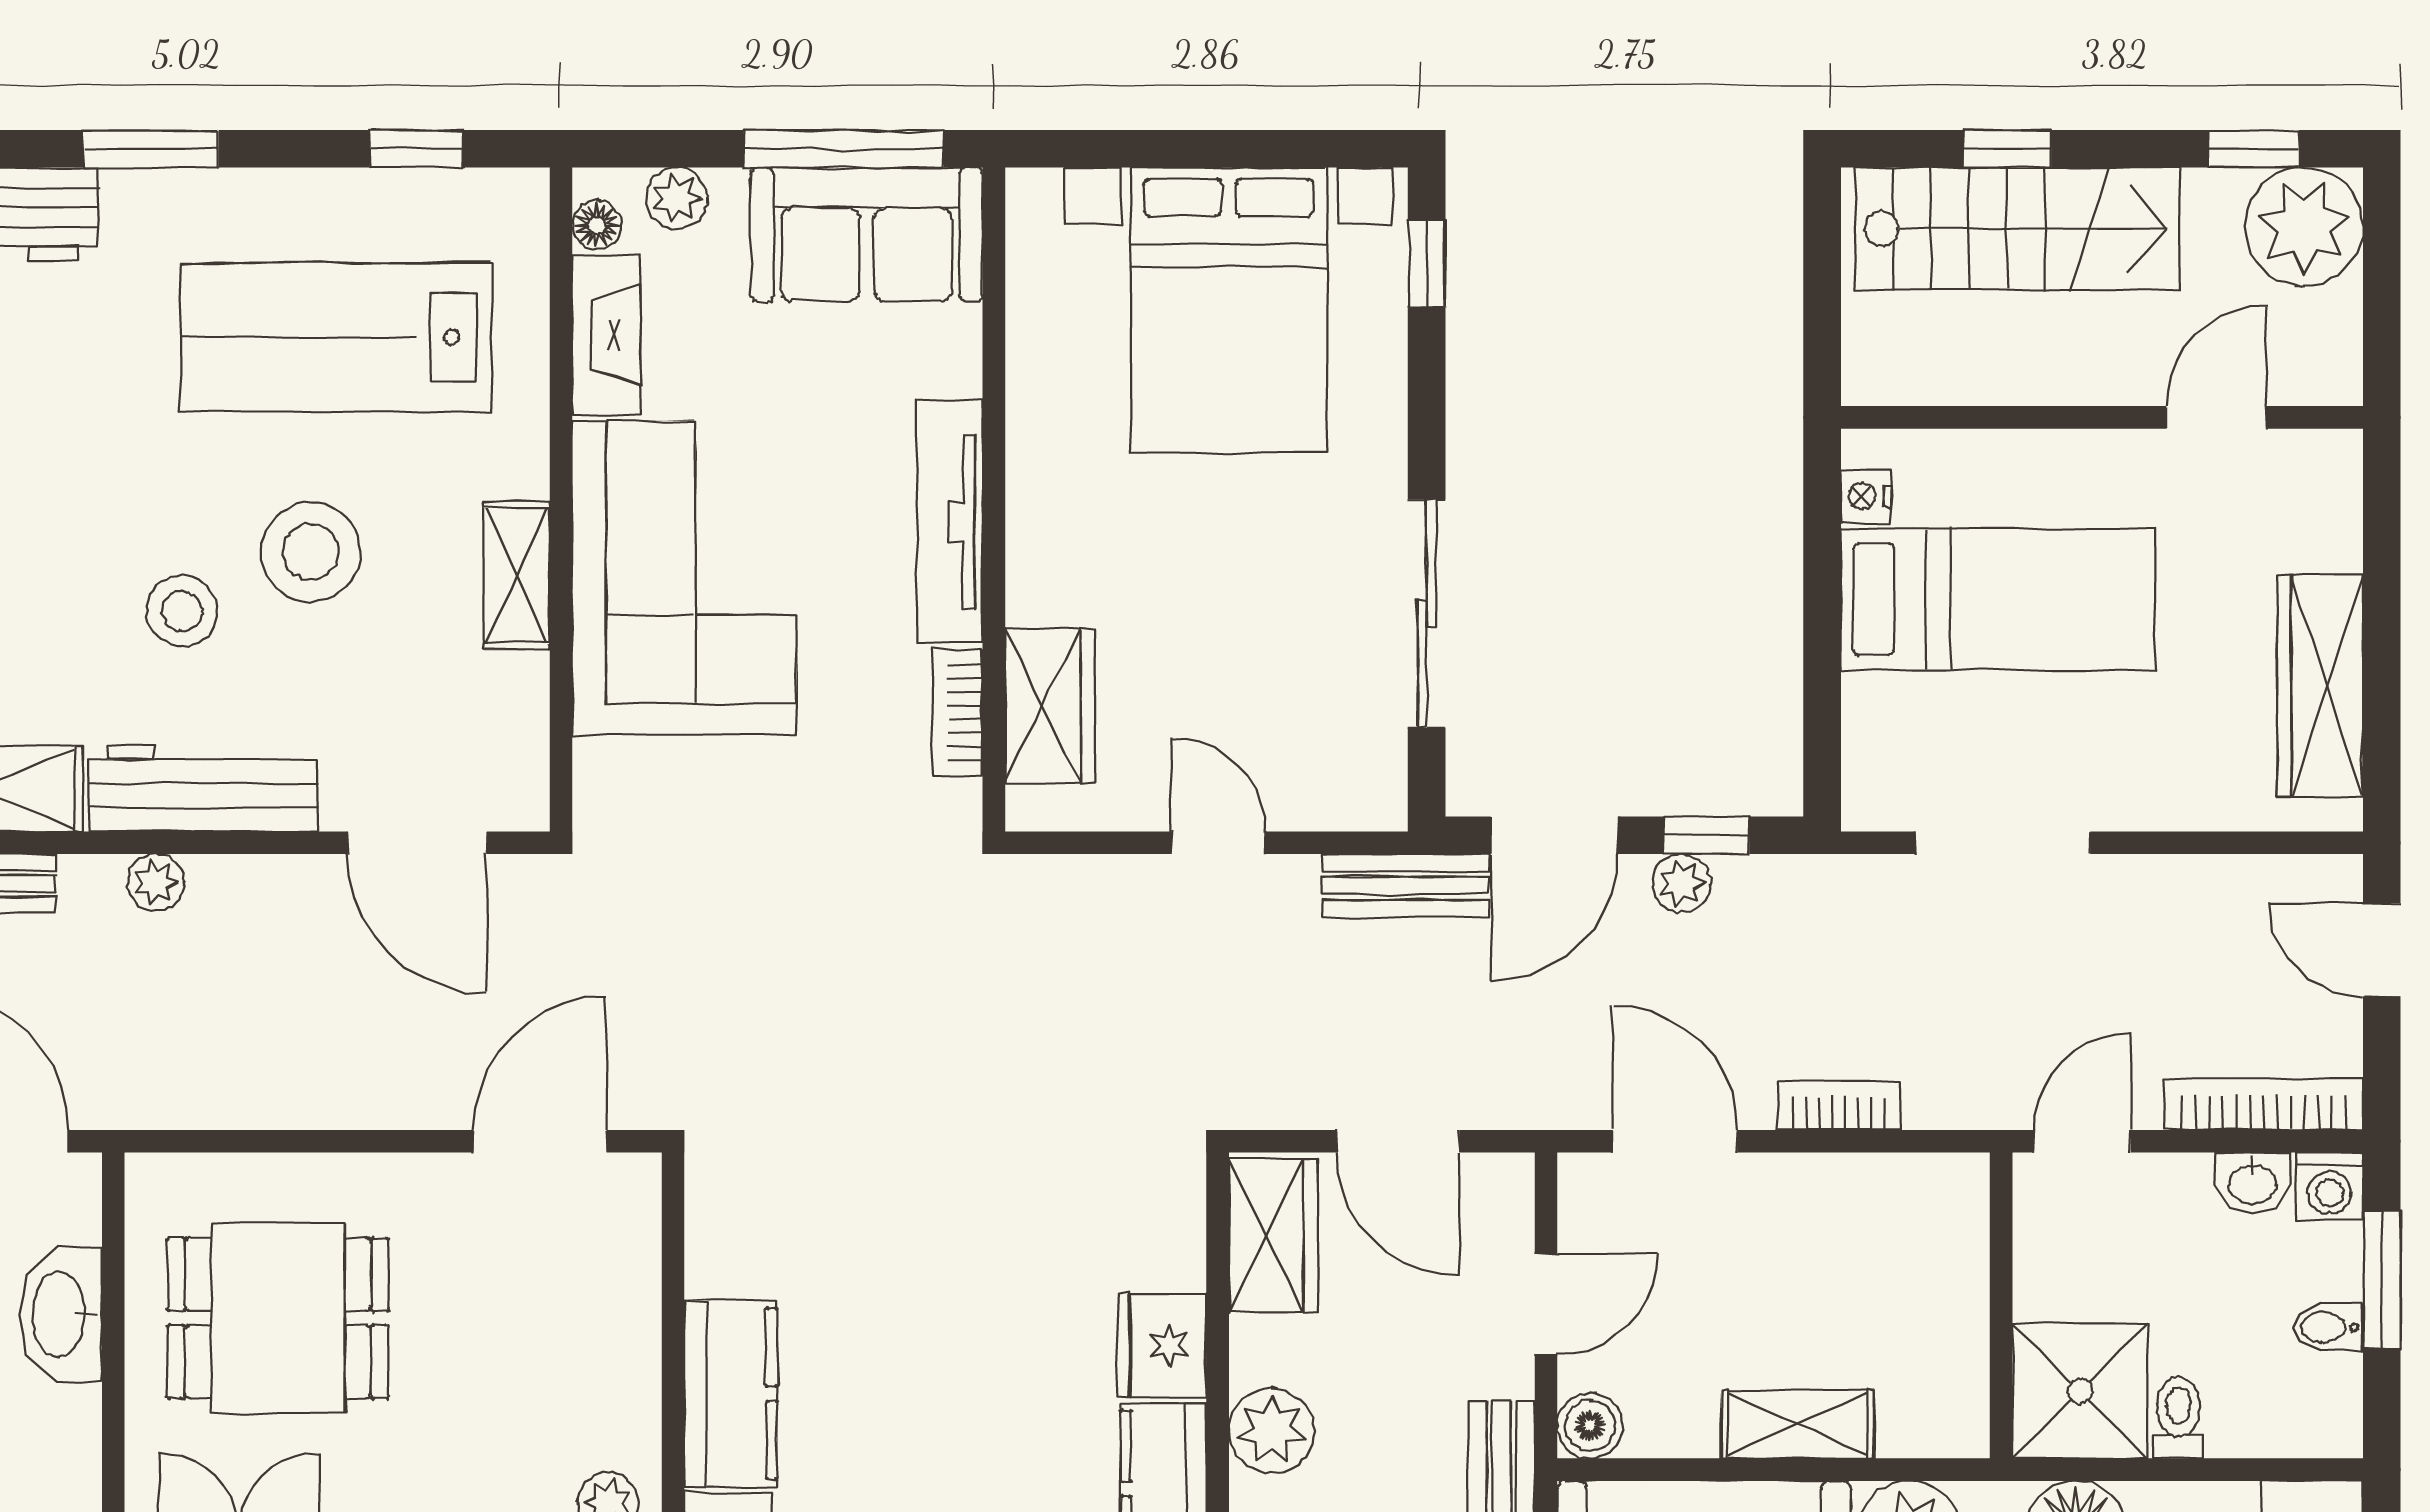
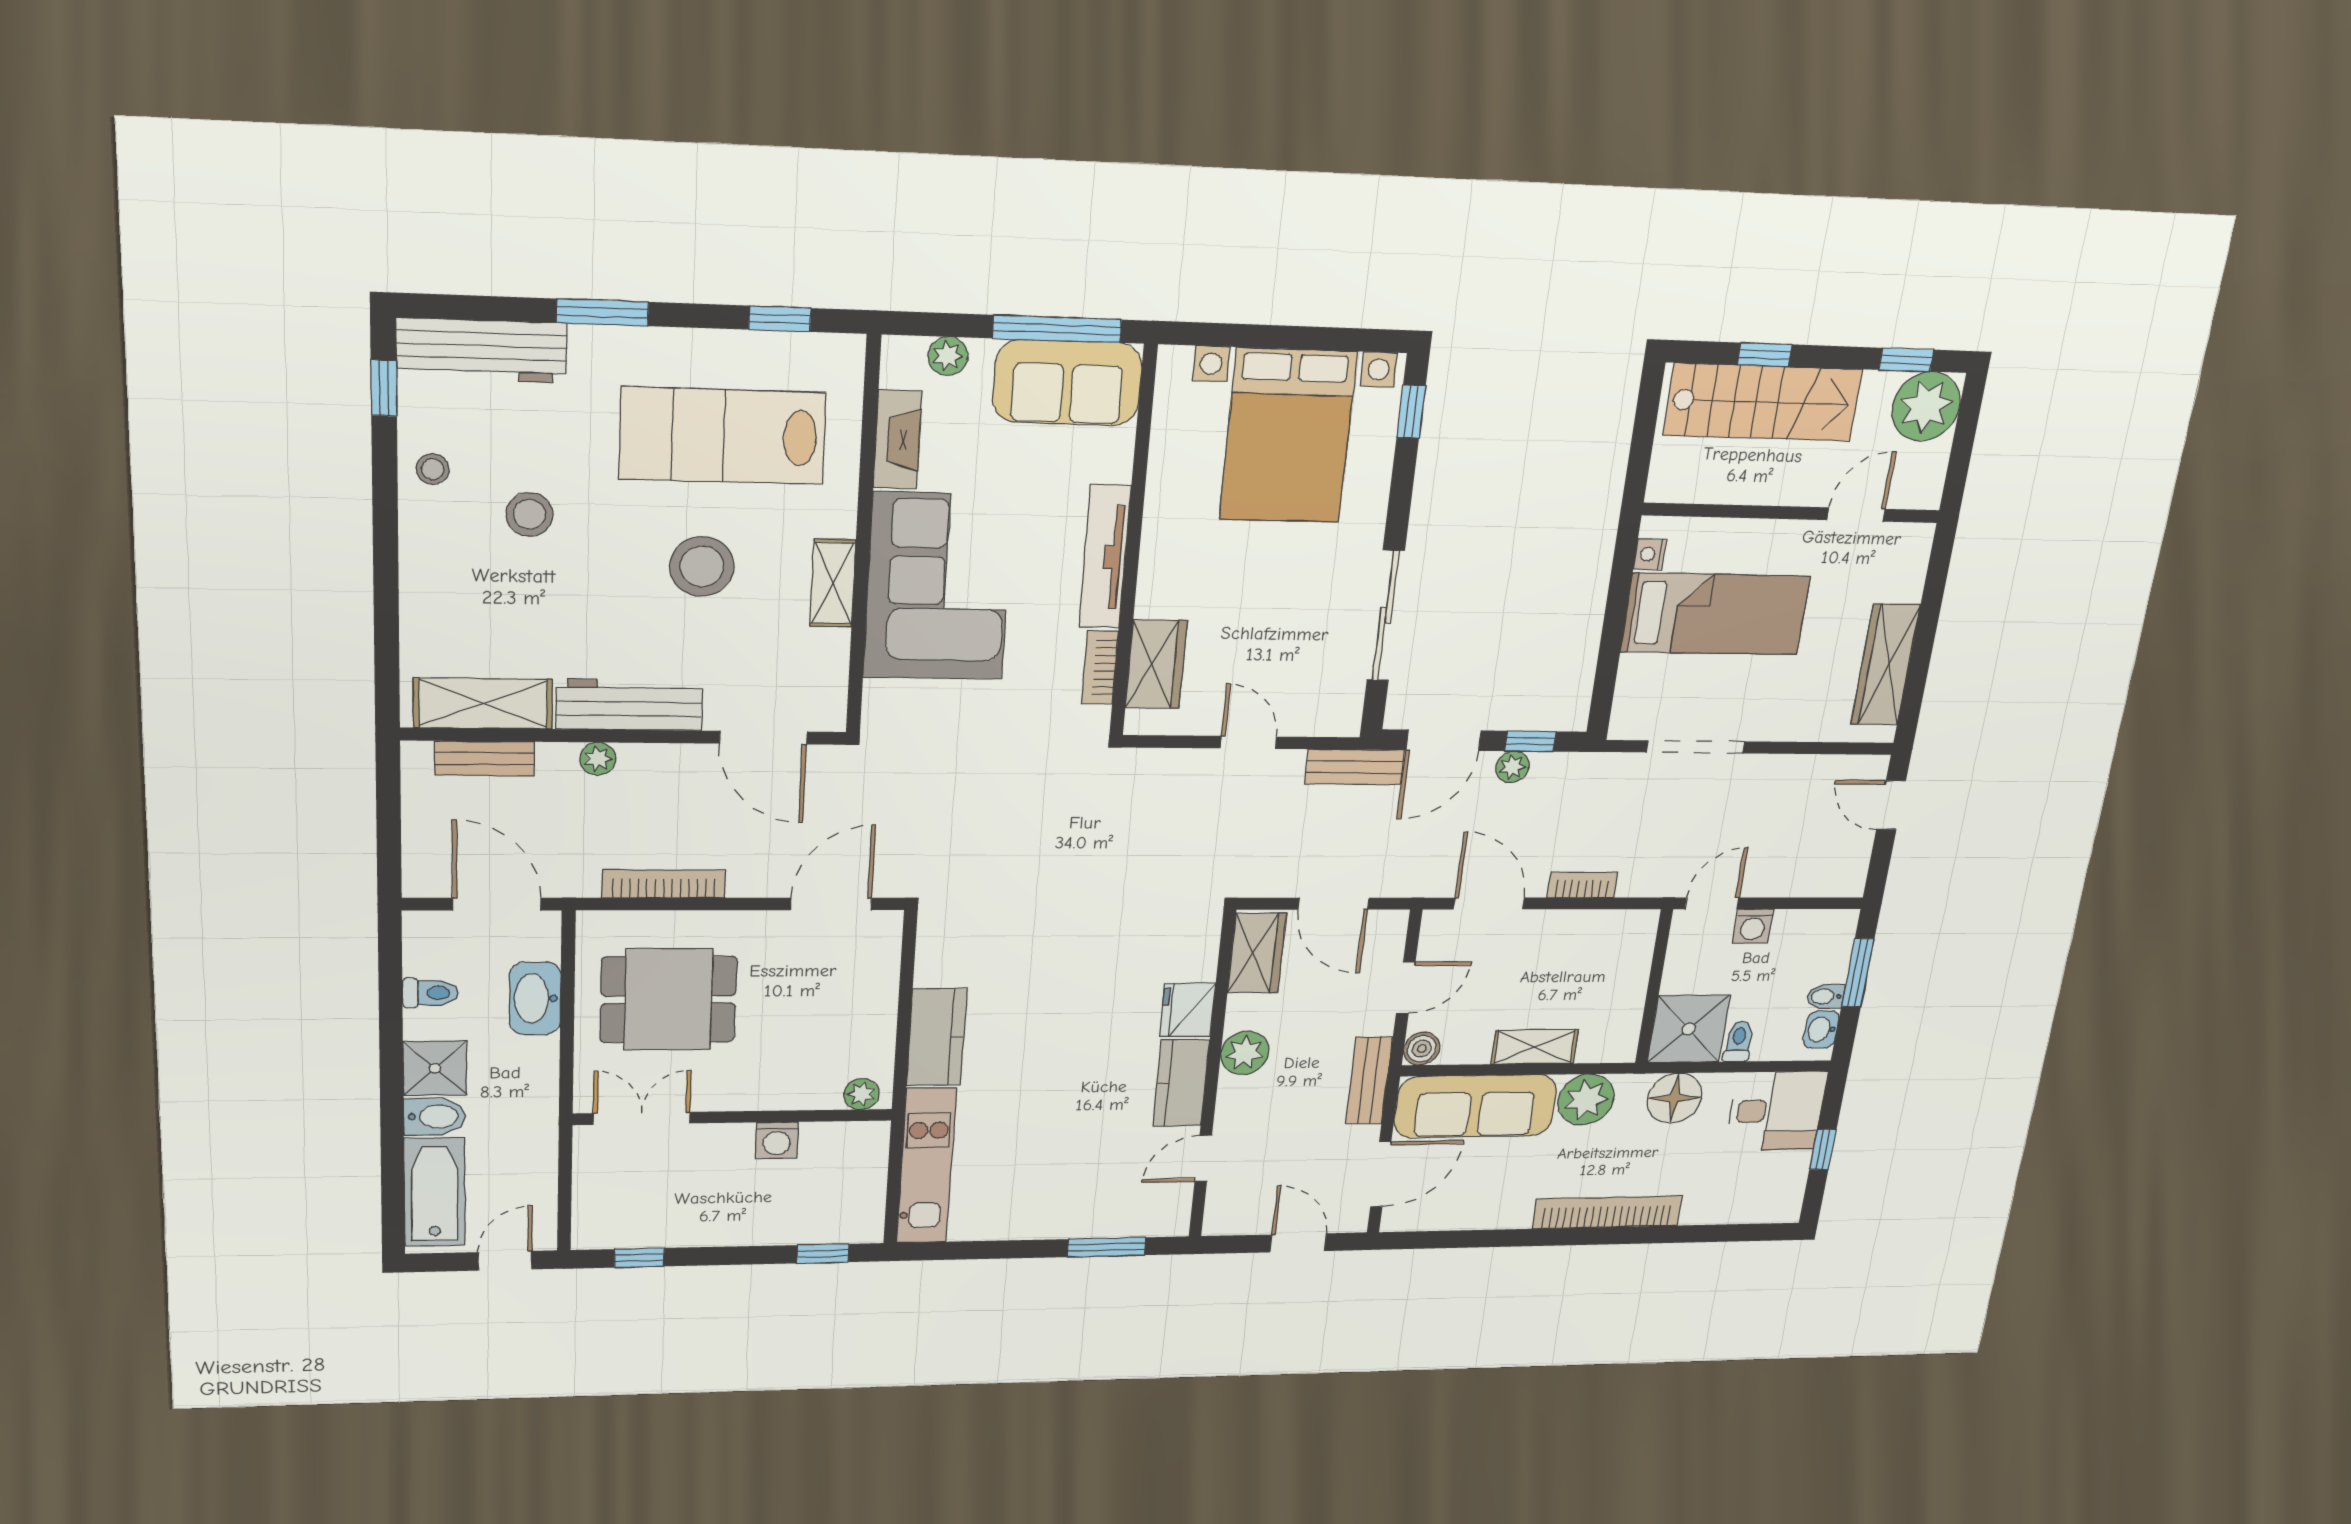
floor lamp: (597, 225) -> (895, 371), removed
stool: (182, 611) -> (529, 514), moved
bookcase: (2264, 1105) -> (664, 884), moved
washbasin: (2252, 1183) -> (1821, 1029), moved, turned 90
washing machine: (2330, 1186) -> (1753, 926), moved

